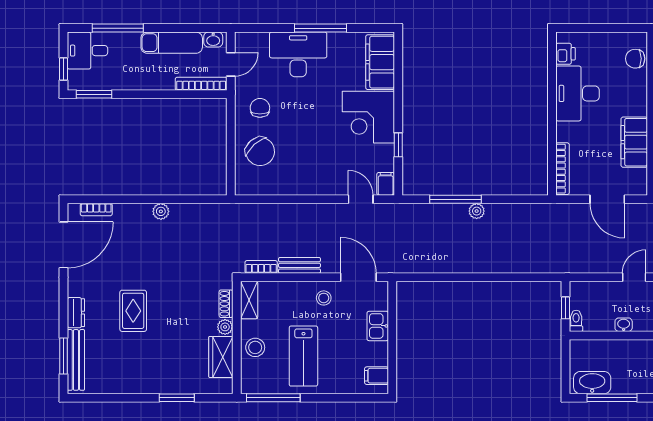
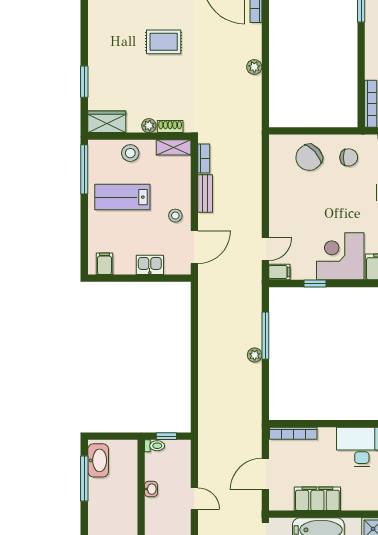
wardrobe: (221, 357) -> (107, 122), moved

